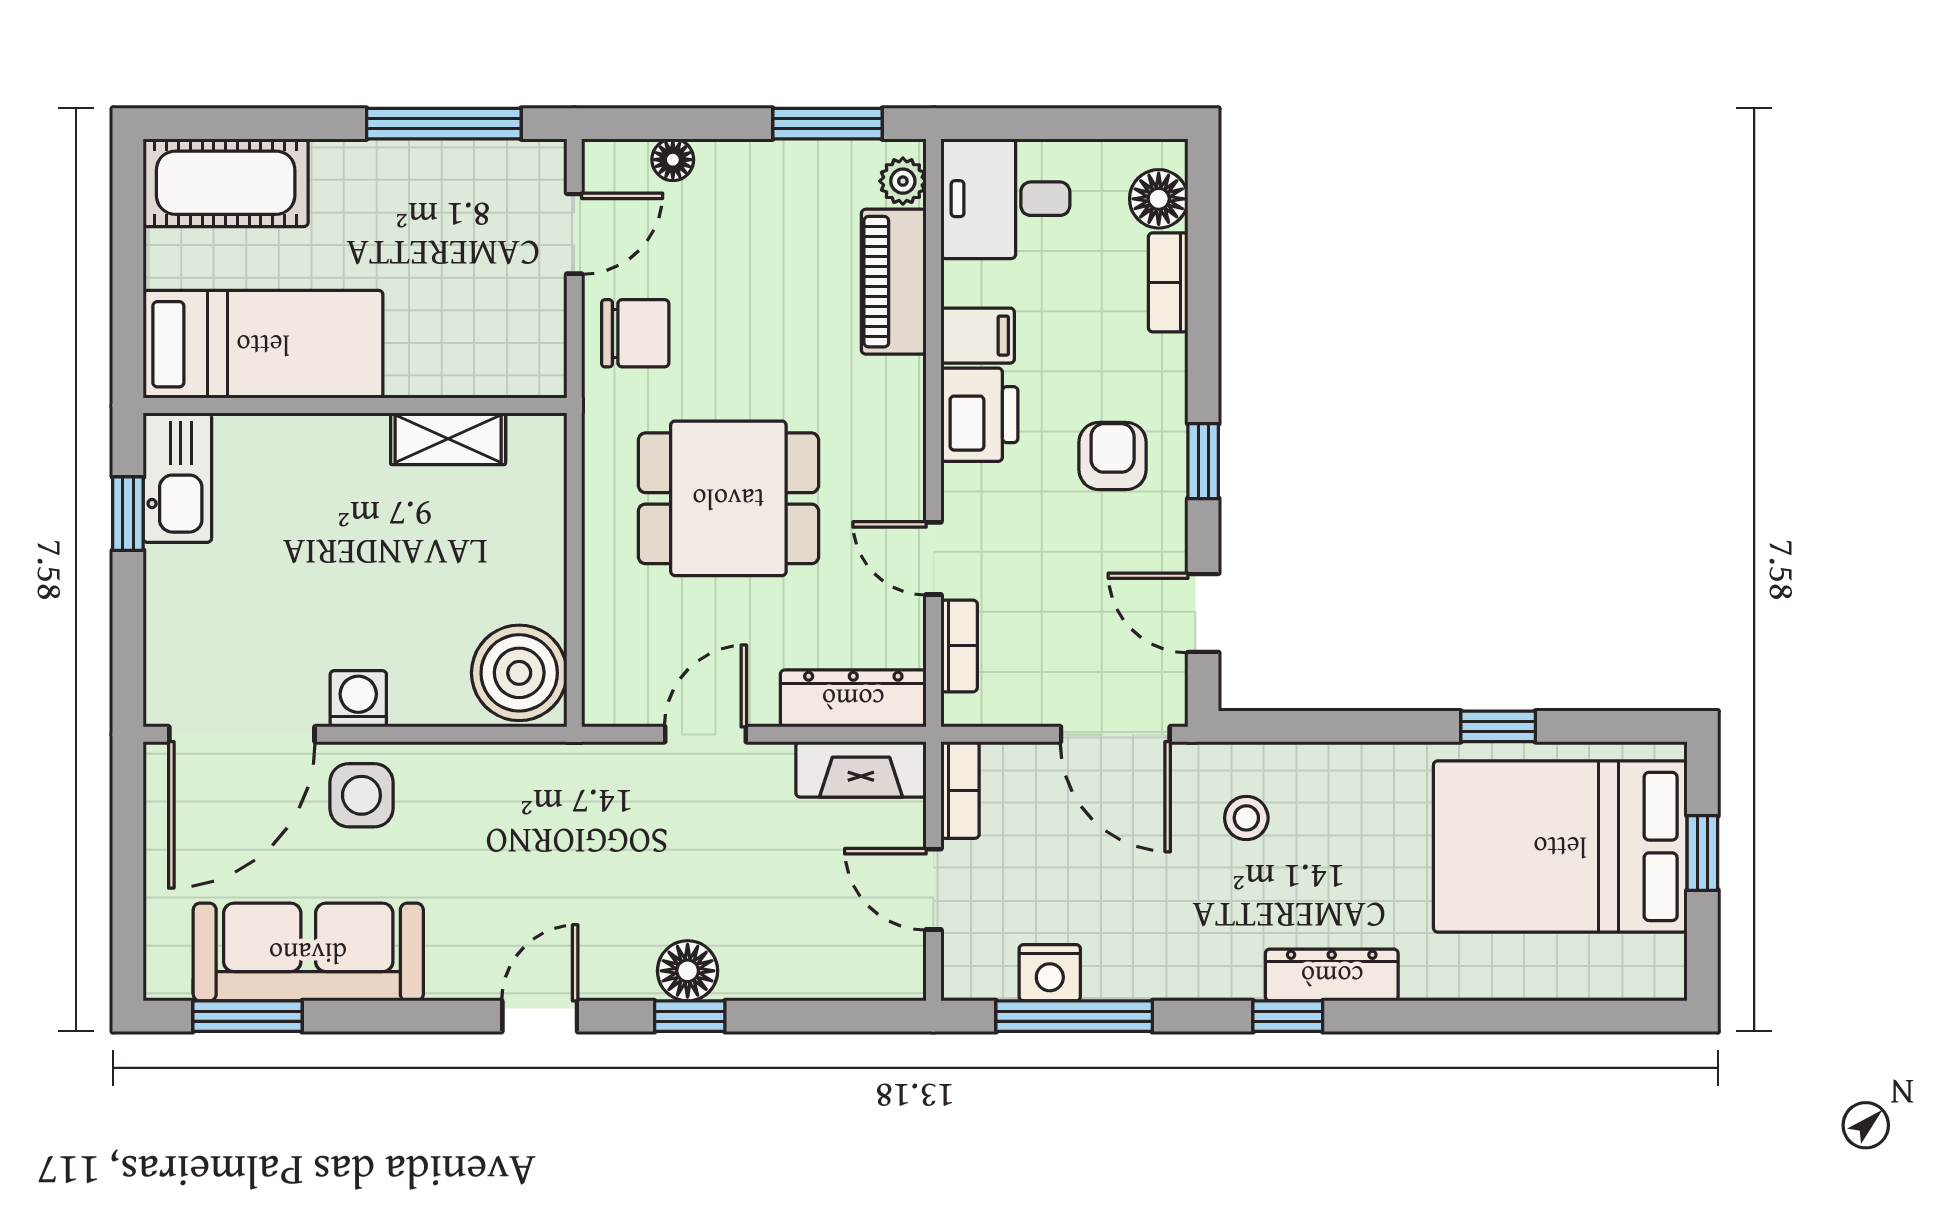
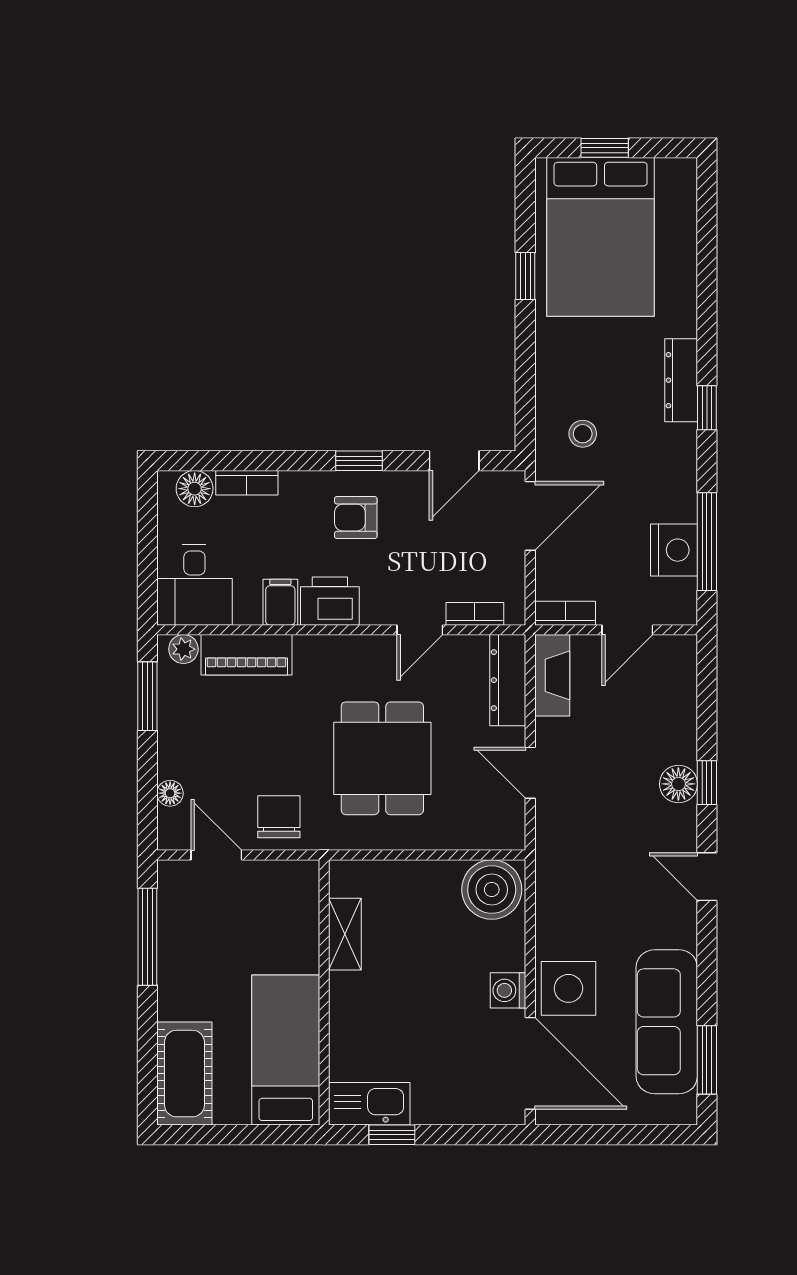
side table: (361, 795) -> (568, 988), width x1.37, depth x1.37
nightstand: (1050, 973) -> (674, 550), width x1.36, depth x1.33

